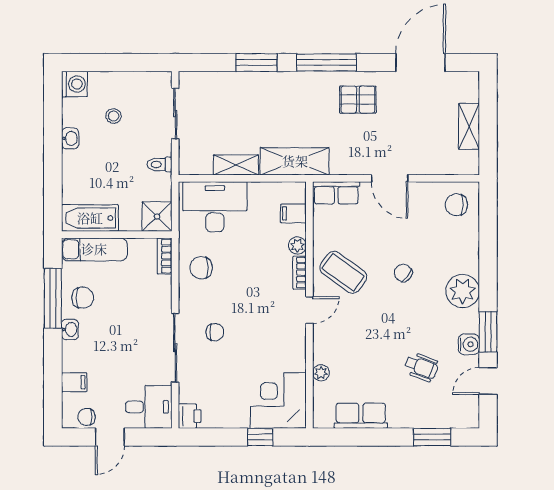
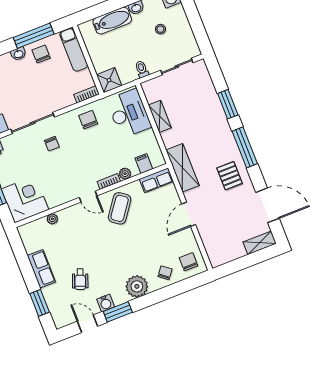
shelving: (469, 126) -> (260, 243), moved
shelving: (295, 161) -> (183, 168), moved
row of seats: (336, 193) -> (156, 180), moved, turned -90
bathtub: (90, 218) -> (112, 21), moved, turned 90
chair: (403, 273) -> (165, 273), moved
chair: (83, 298) -> (41, 54), turned 180
row of seats: (361, 416) -> (41, 269), moved

